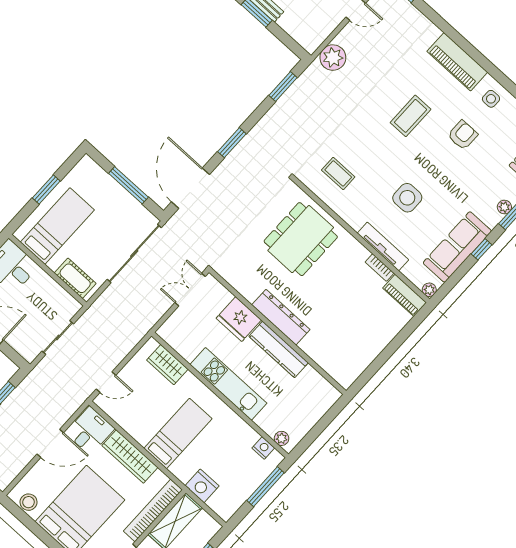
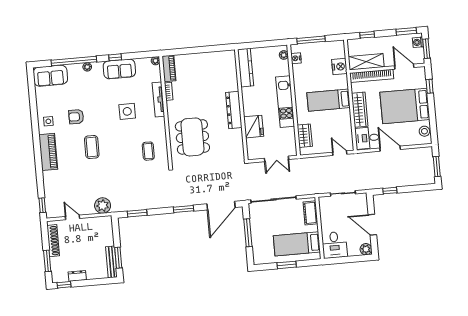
coffee table: (411, 116) -> (92, 147), turned 90
dining table: (301, 239) -> (192, 137), turned 90
sofa: (457, 247) -> (119, 69), width x0.73
double door: (190, 290) -> (277, 159), moved
kitchen counter: (279, 349) -> (246, 68), moved

